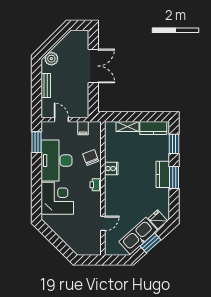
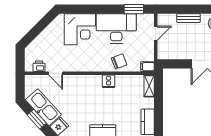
shelving: (128, 126) -> (149, 86), moved
filing cabinet: (83, 128) -> (147, 67), moved
printer: (96, 185) -> (39, 66), moved

